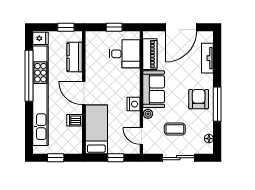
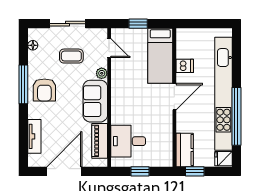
kitchen counter: (75, 57) -> (185, 150), moved
door: (84, 93) -> (174, 97), hinge flipped
nightstand: (134, 104) -> (118, 84), removed
window: (56, 158) -> (206, 24), removed

